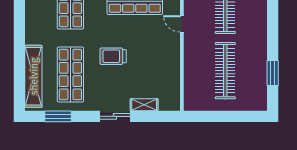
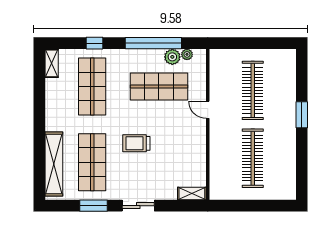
window: (273, 73) -> (302, 115), moved
shelving: (144, 105) -> (192, 193), moved
window: (58, 116) -> (94, 206), moved

